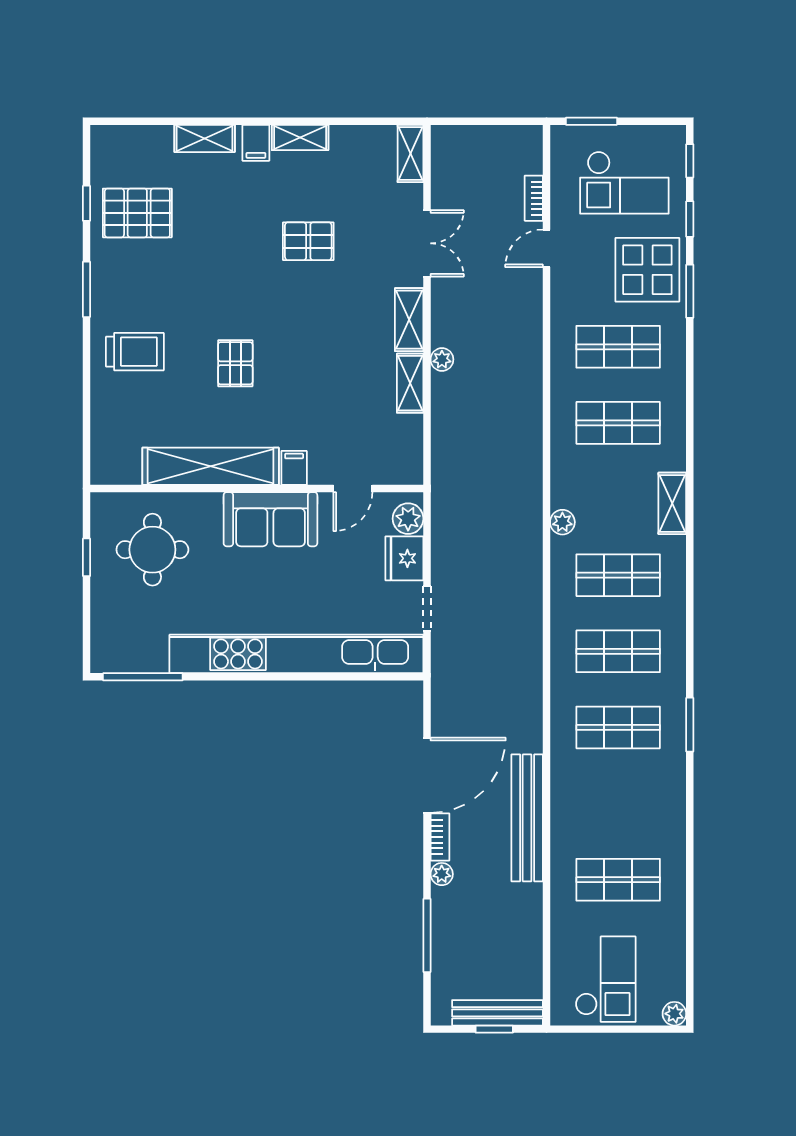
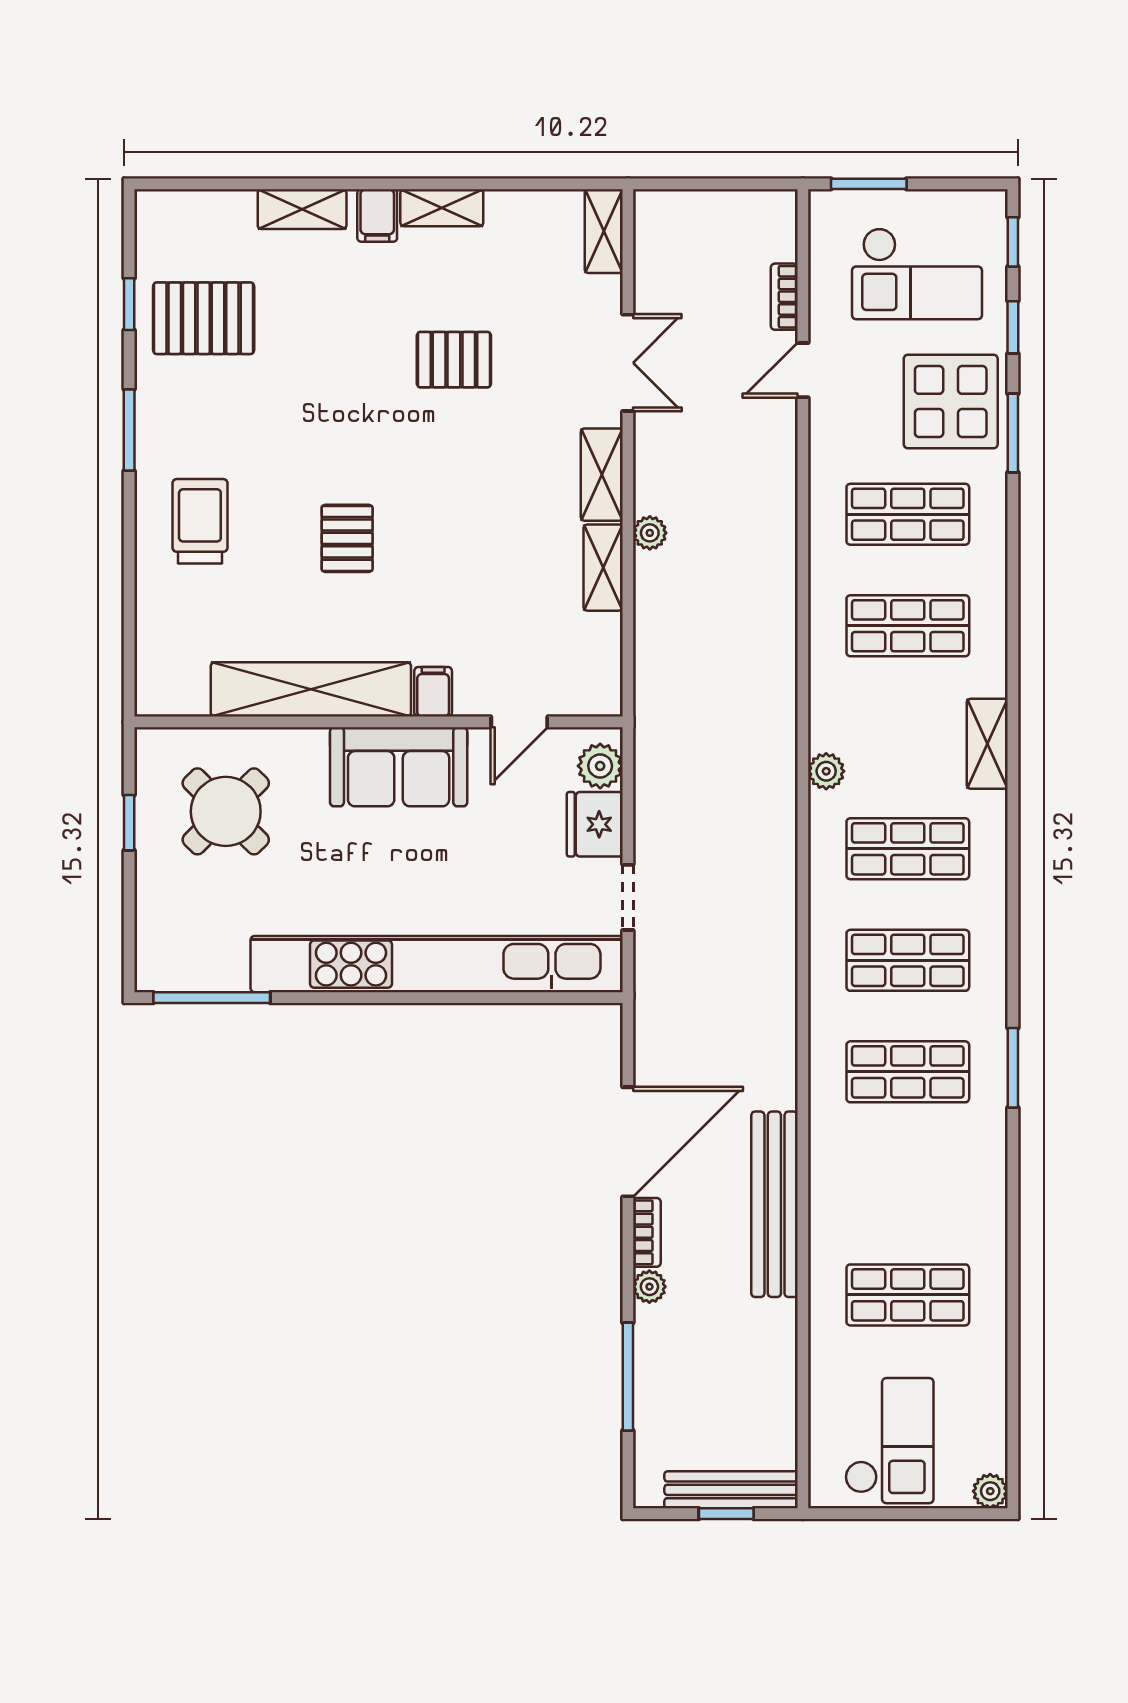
trolley: (135, 352) -> (200, 521), turned -90
round table: (152, 550) -> (226, 811), turned 45

